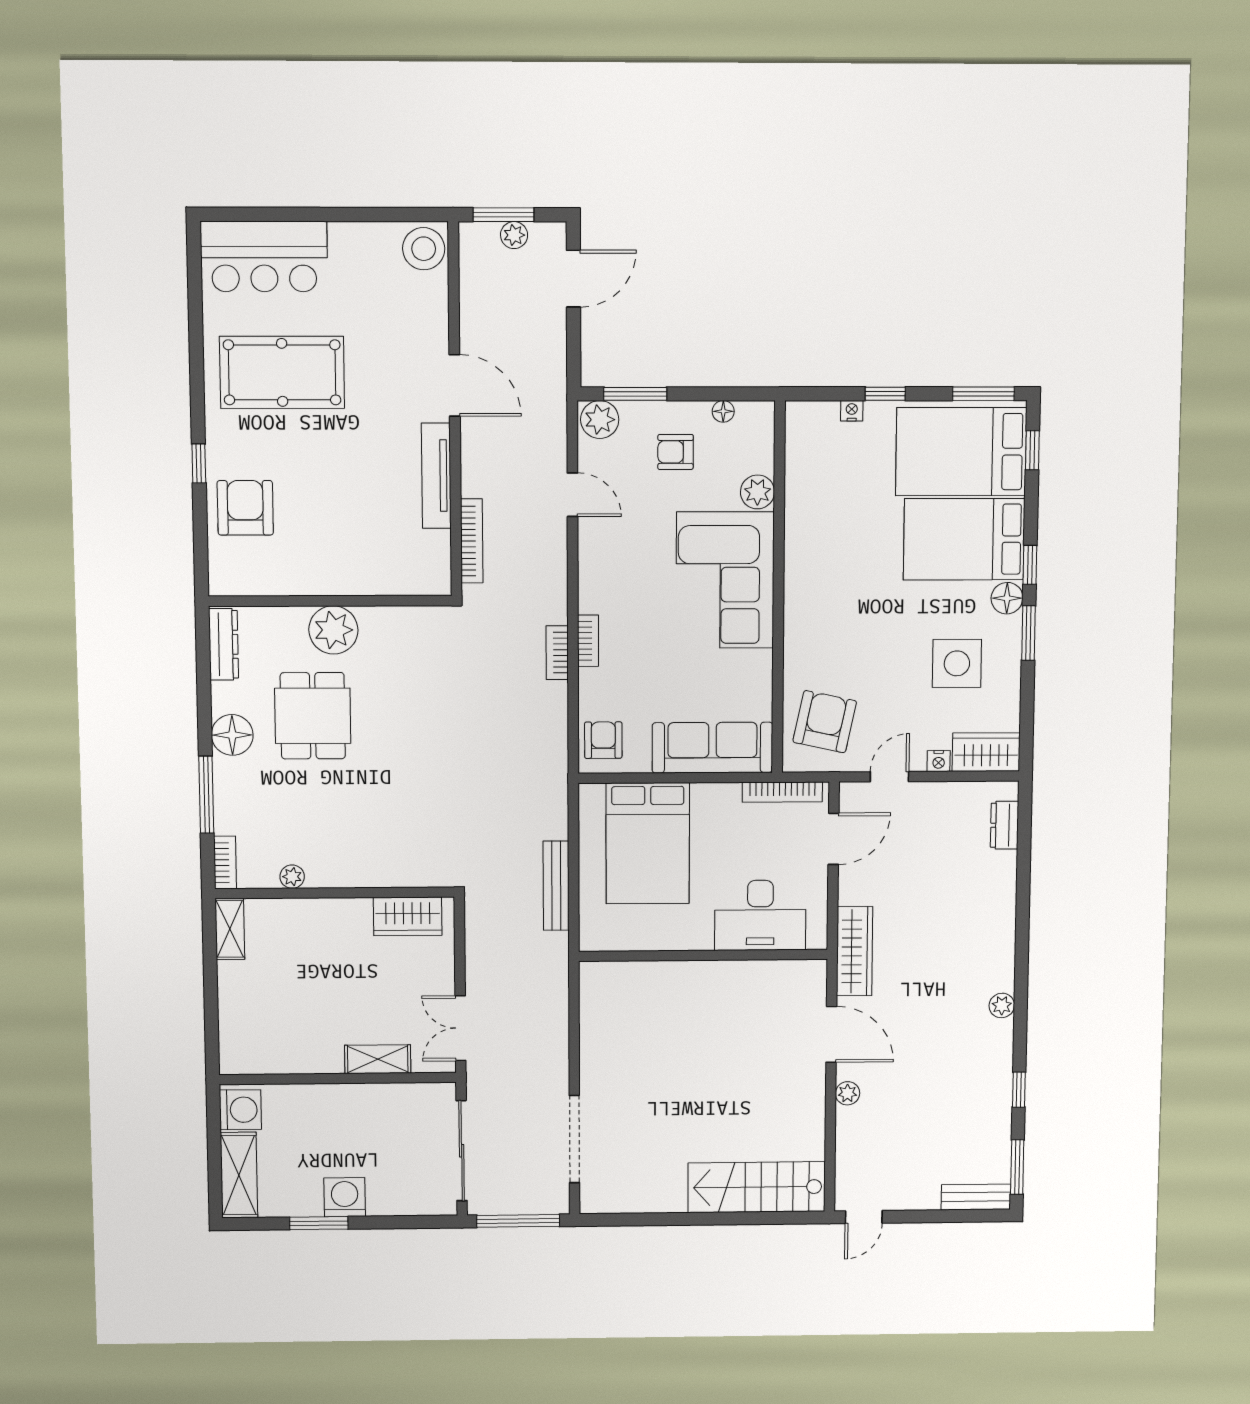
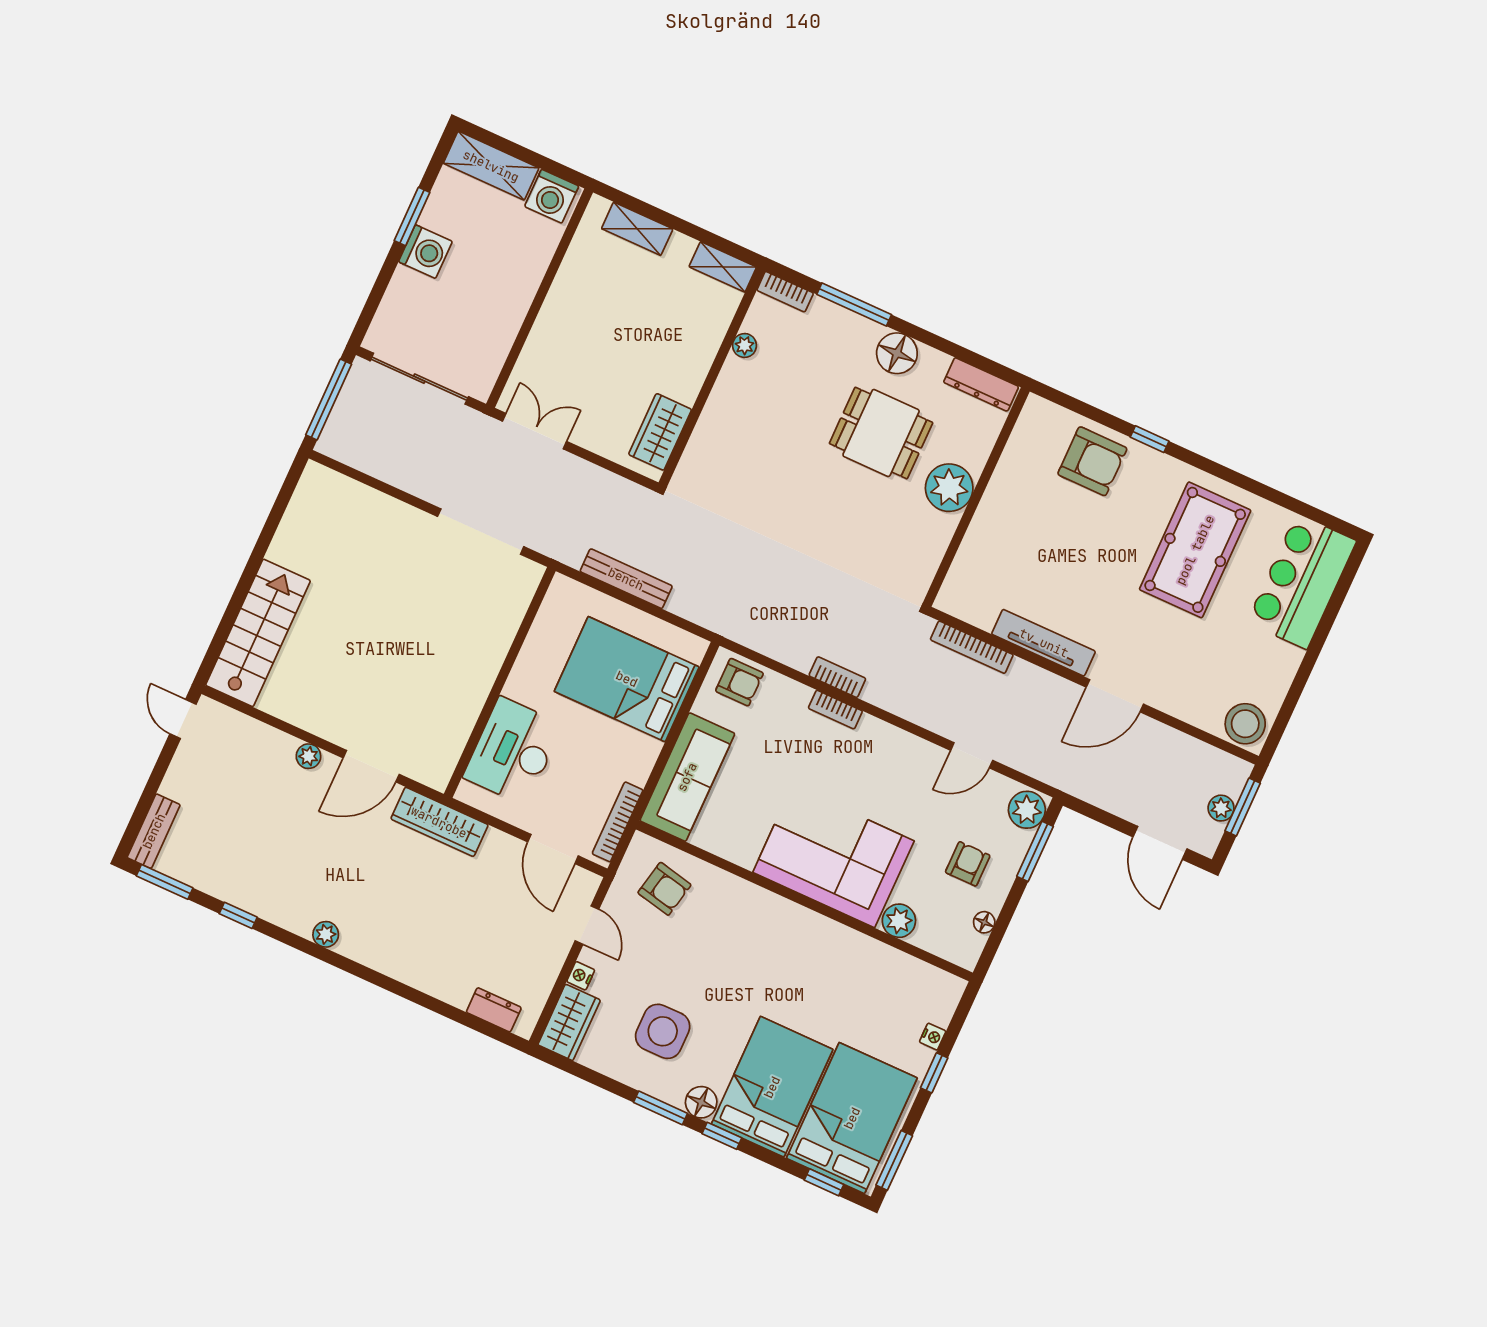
armchair: (825, 722) -> (664, 889), width x0.72, depth x0.72
shelving: (378, 1059) -> (637, 229), moved, turned 90
doorway: (574, 1139) -> (481, 532), moved

